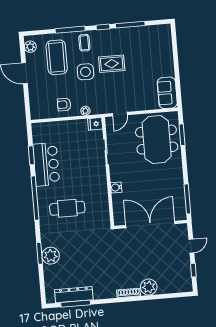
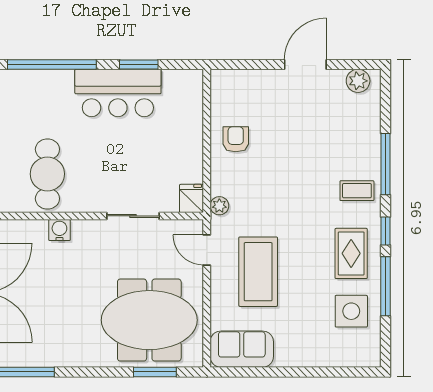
coffee table: (57, 57) -> (258, 272), moved, turned 90
rug: (112, 64) -> (351, 253), moved
side table: (85, 72) -> (351, 311), moved
plant: (85, 111) -> (219, 206), moved
cafe table: (67, 208) -> (47, 174), moved

